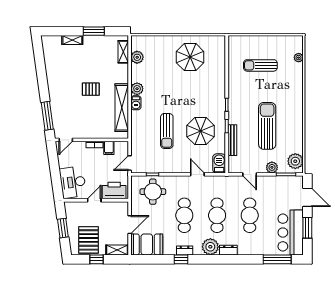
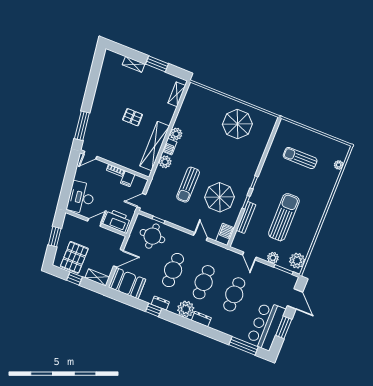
plant: (137, 57) -> (165, 162), moved

